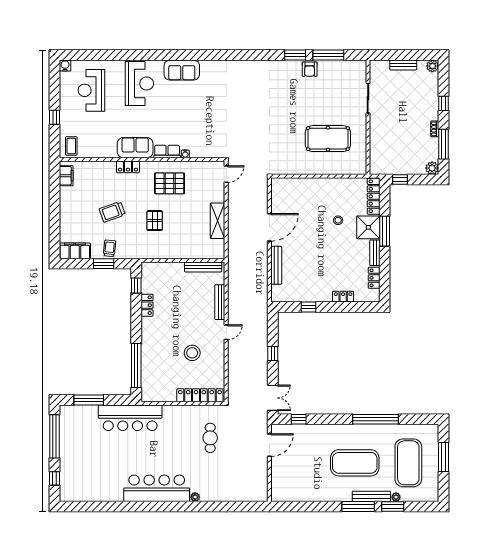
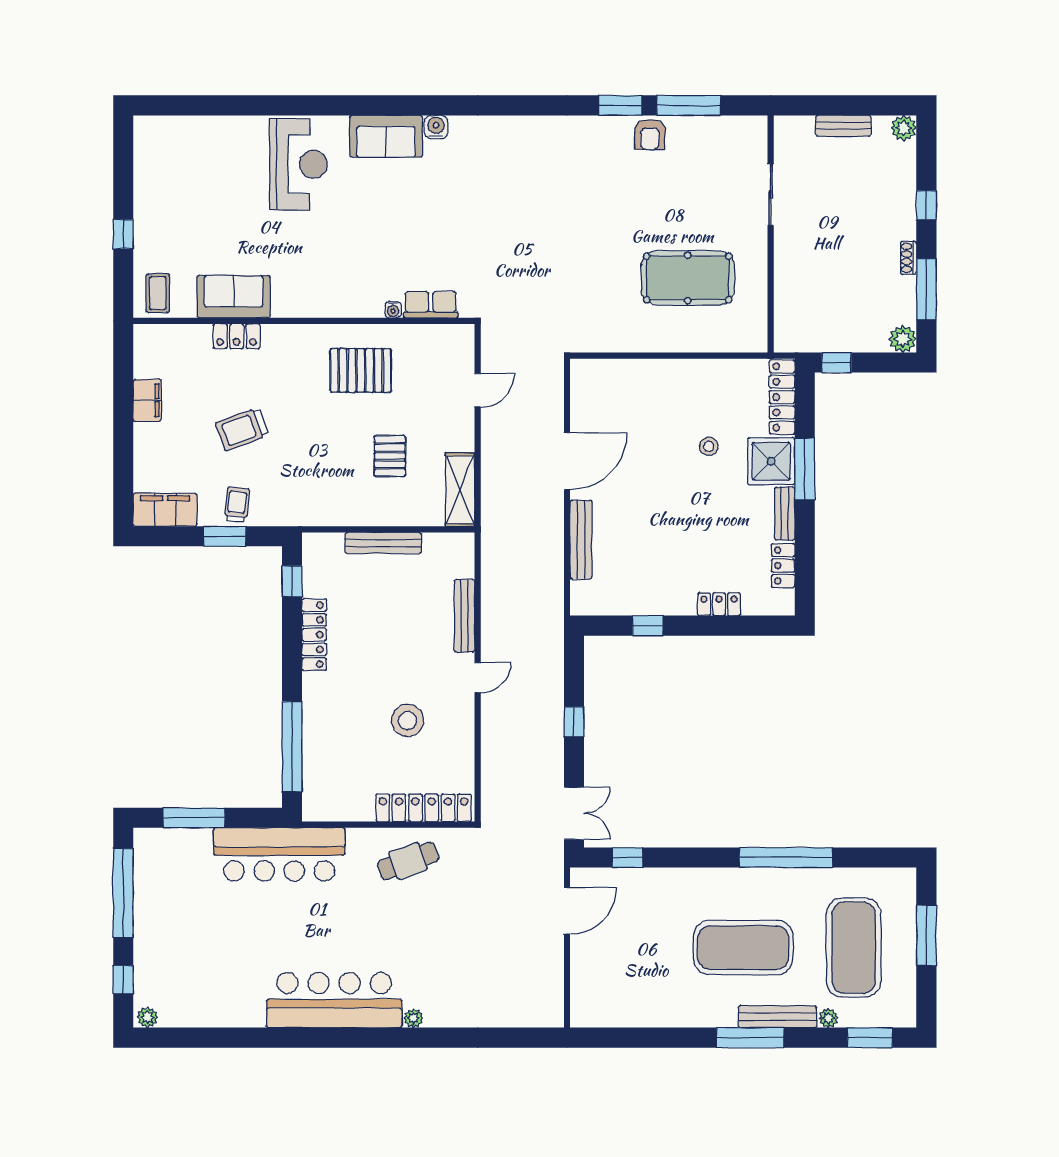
water cooler: (65, 66) -> (436, 127), moved
reception desk: (91, 90) -> (199, 178), removed
sofa: (135, 148) -> (234, 297), moved
row of seats: (167, 152) -> (431, 305), moved
locker: (128, 167) -> (237, 336), moved
door: (226, 174) -> (478, 390), moved
filing cabinet: (66, 176) -> (147, 400), moved
pallet: (155, 221) -> (390, 456), moved
shelving: (218, 221) -> (460, 490), moved
bench: (203, 267) -> (383, 543), moved
locker: (147, 305) -> (314, 635), width x1.53
cafe table: (210, 438) -> (408, 861), moved, turned 70
plant: (66, 497) -> (147, 1017), added
window: (393, 506) -> (870, 1038), moved

